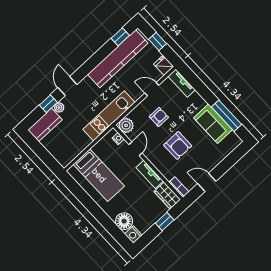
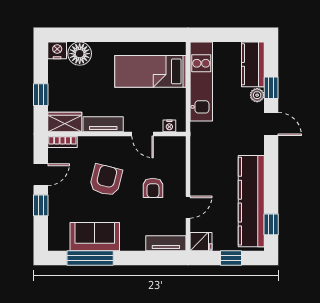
kitchen unit: (109, 116) -> (201, 81), moved
plant: (126, 125) -> (175, 146), removed
armchair: (178, 145) -> (106, 180), turned 104
window: (223, 167) -> (41, 205), added

